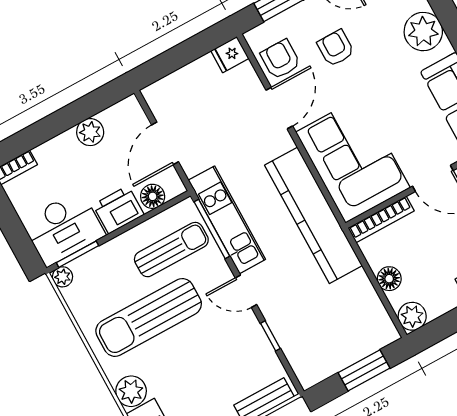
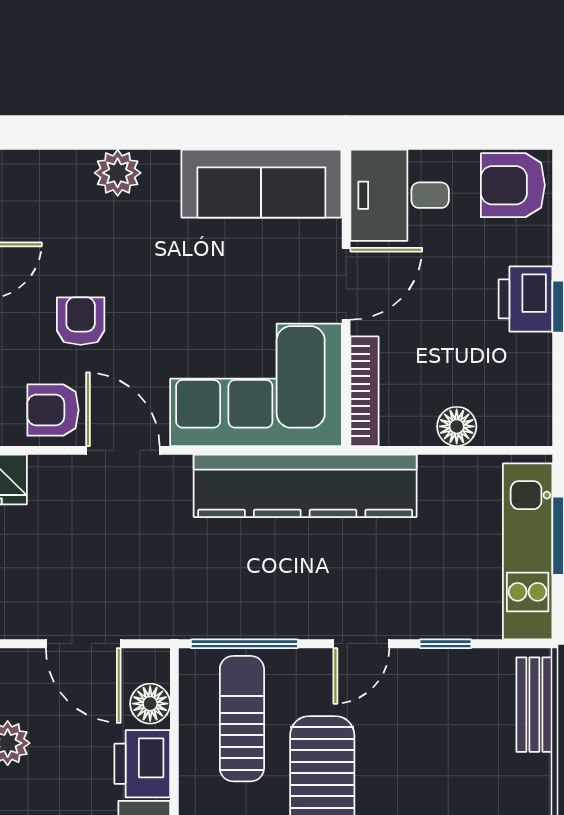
plant: (423, 32) -> (118, 173), width x0.73, depth x0.73
armchair: (336, 48) -> (81, 321), turned 90
kitchen unit: (227, 220) -> (528, 551), moved, turned -90
plant: (412, 316) -> (529, 423), removed

